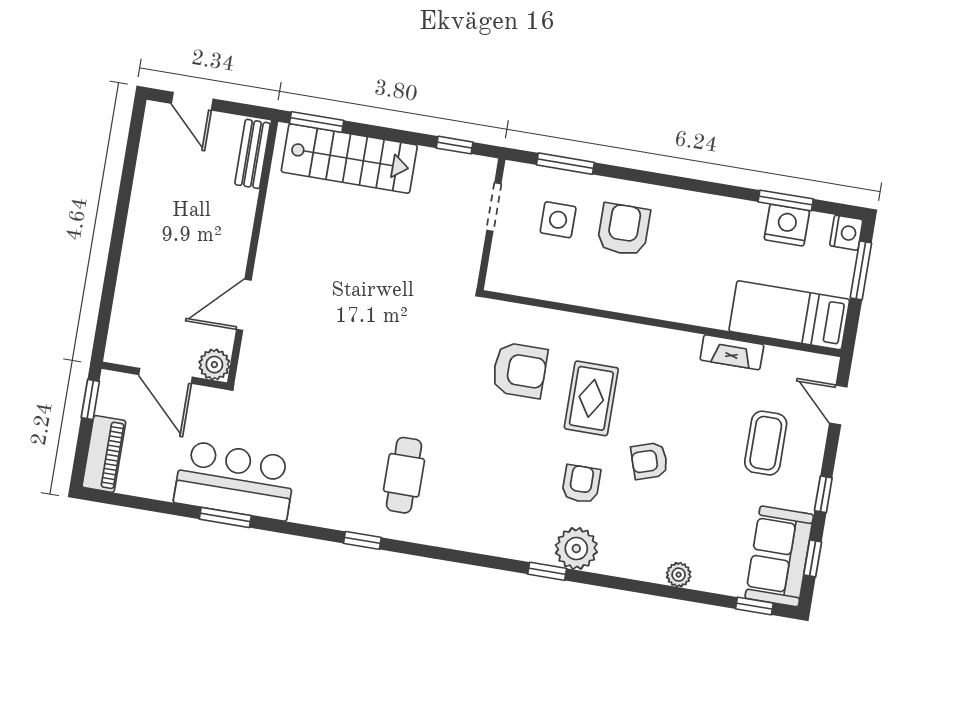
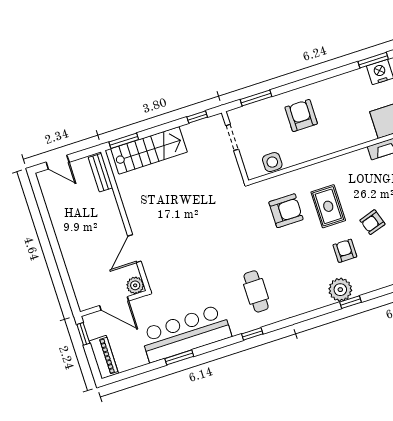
side table: (558, 220) -> (272, 162), moved
bar counter: (235, 481) -> (186, 333), width x1.36
plant: (576, 549) -> (340, 290), moved

